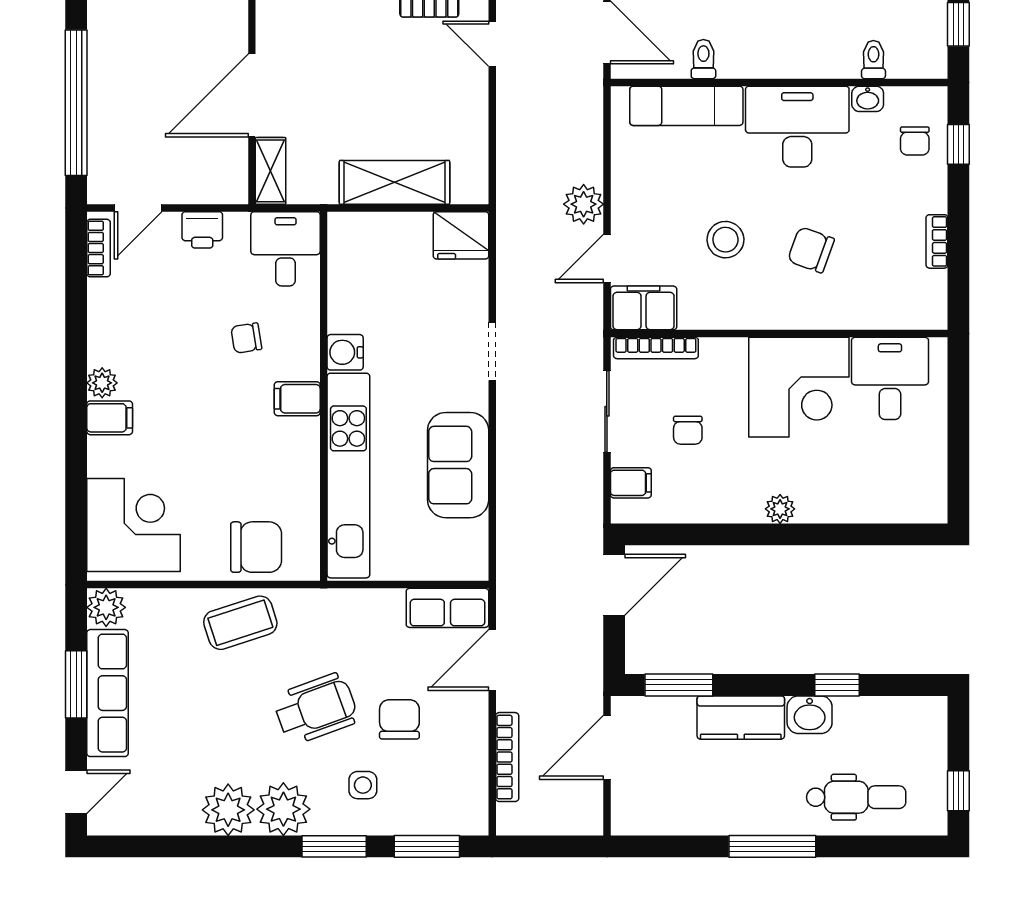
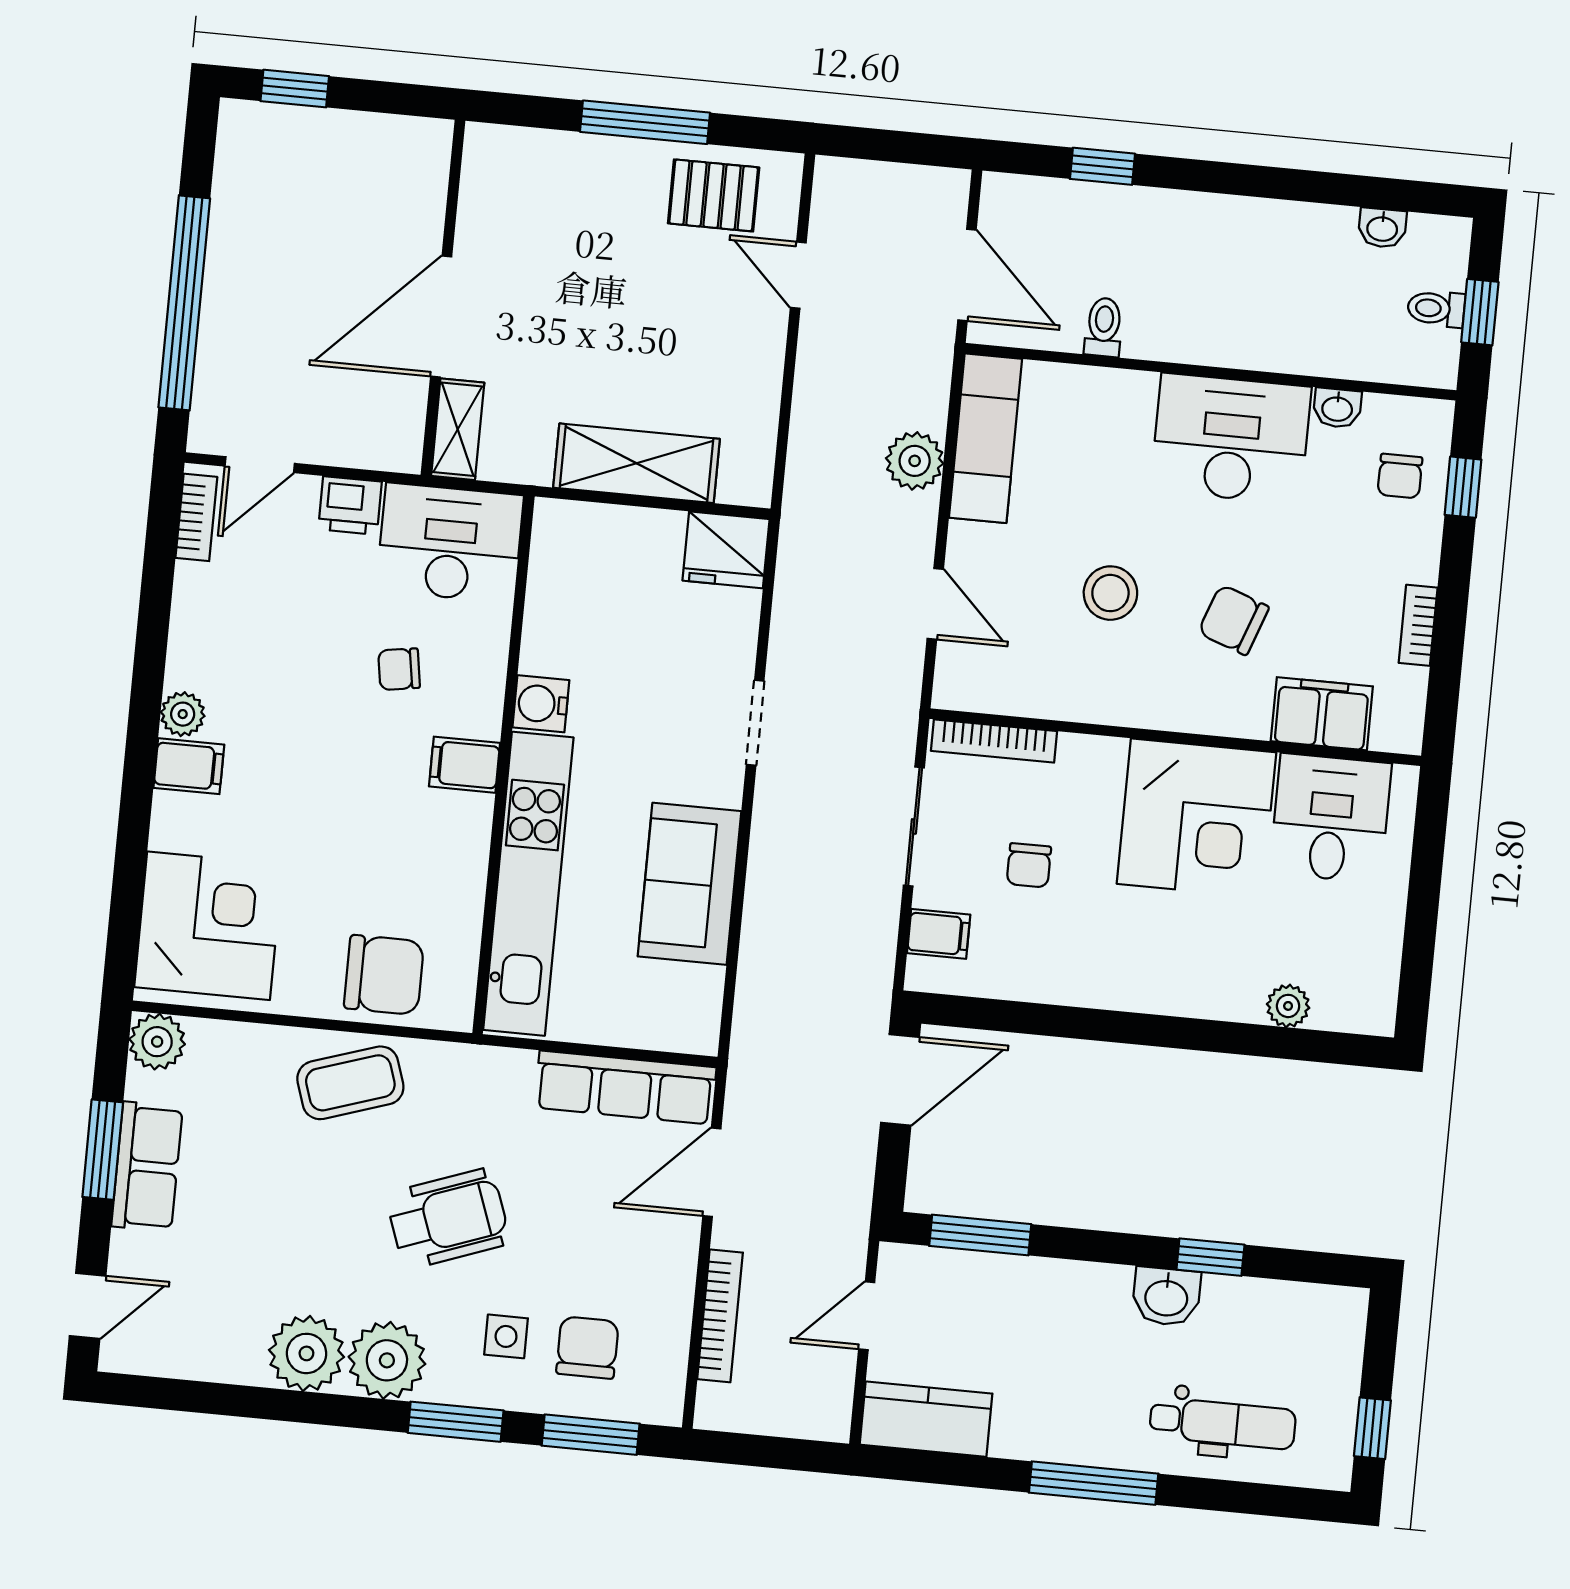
toilet: (873, 60) -> (1436, 309), moved, turned -90
exam couch: (686, 106) -> (986, 438), moved, turned -90
plant: (584, 204) -> (915, 461), moved
desk: (286, 249) -> (450, 543), width x1.37
door: (607, 258) -> (935, 604), swing flipped
filing cabinet: (644, 308) -> (1322, 714), moved
plant: (780, 509) -> (1288, 1006), moved
row of seats: (447, 608) -> (625, 1087), width x1.48
row of seats: (107, 693) -> (147, 1167), width x0.68
kitchen counter: (741, 718) -> (926, 1419), moved, turned 180
chair: (399, 719) -> (587, 1348), moved
door: (607, 747) -> (867, 1316), width x0.73

